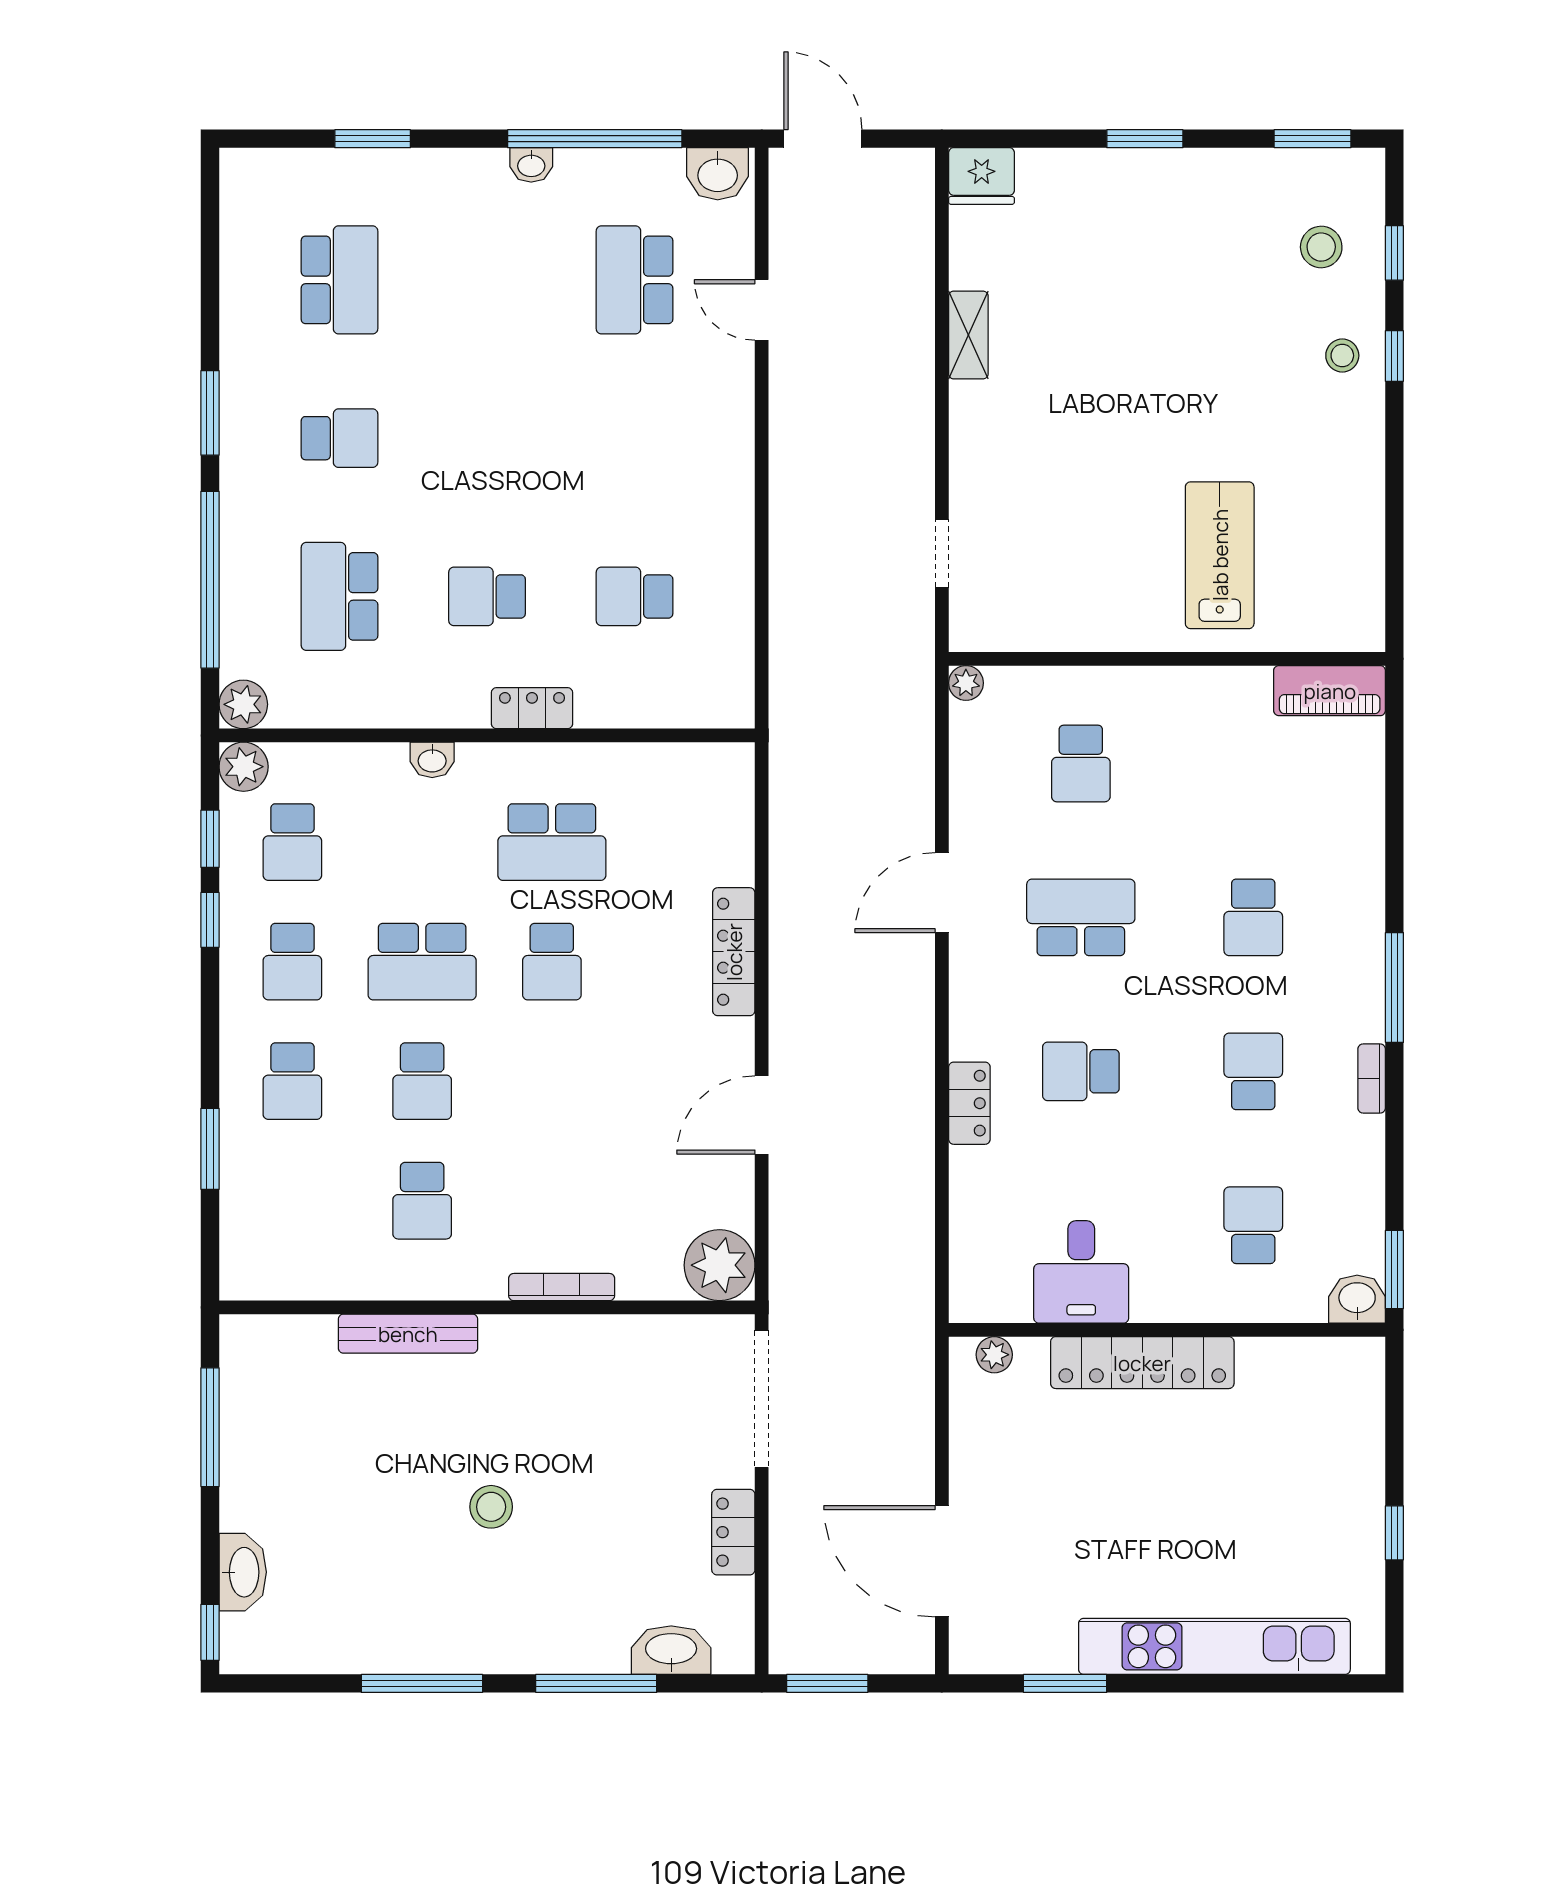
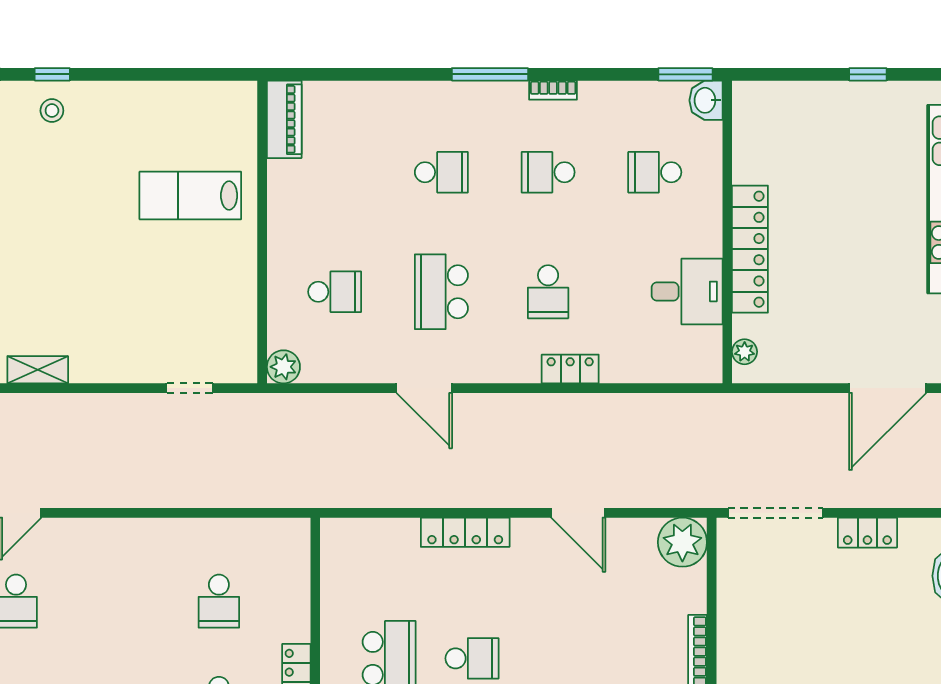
plant: (966, 683) -> (283, 367), width x1.38, depth x1.38

